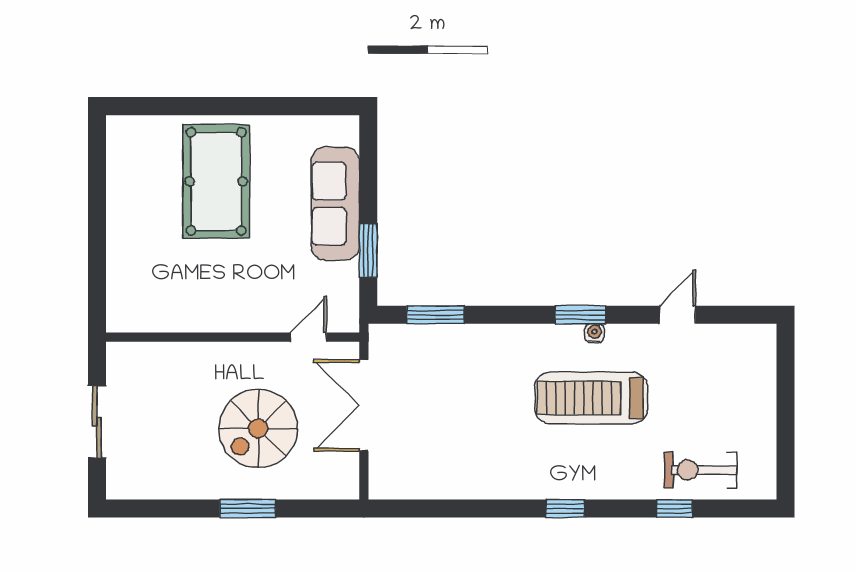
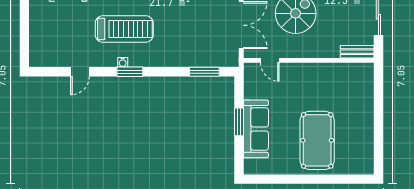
window: (368, 250) -> (239, 122), moved
door: (308, 337) -> (270, 60), hinge flipped
bench: (138, 354) -> (357, 52), added

